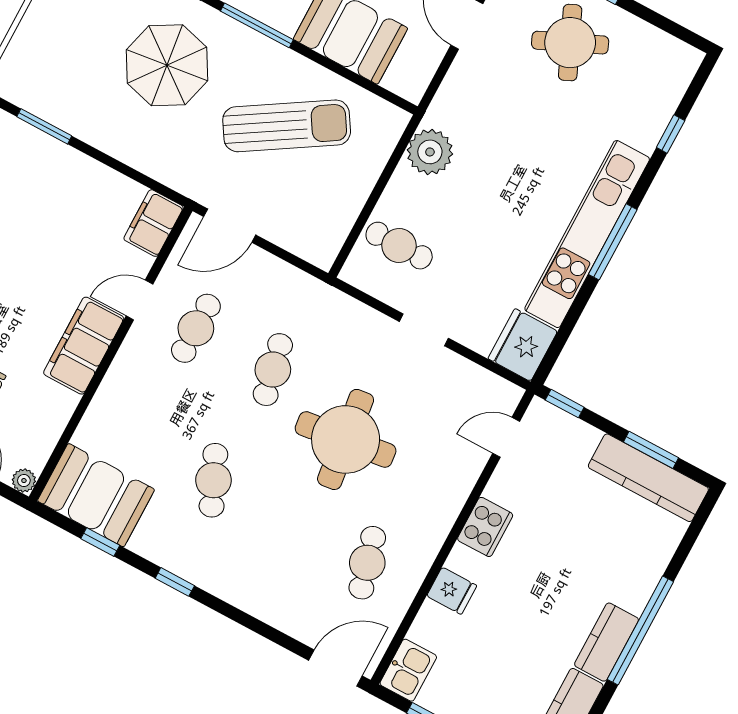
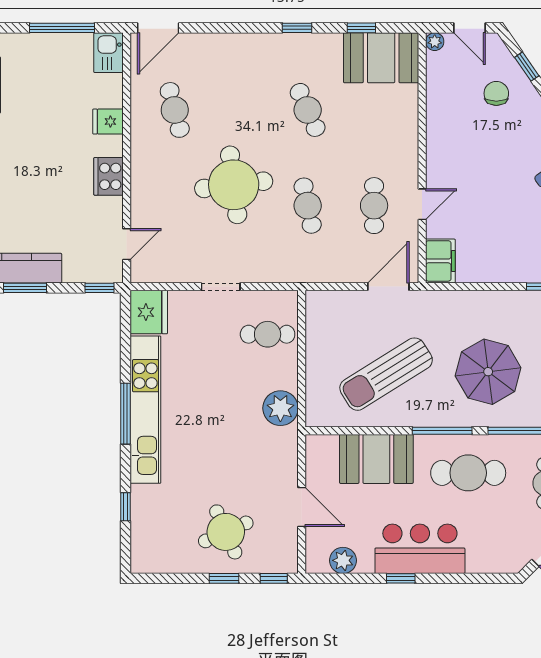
filing cabinet: (84, 346) -> (443, 154), removed

